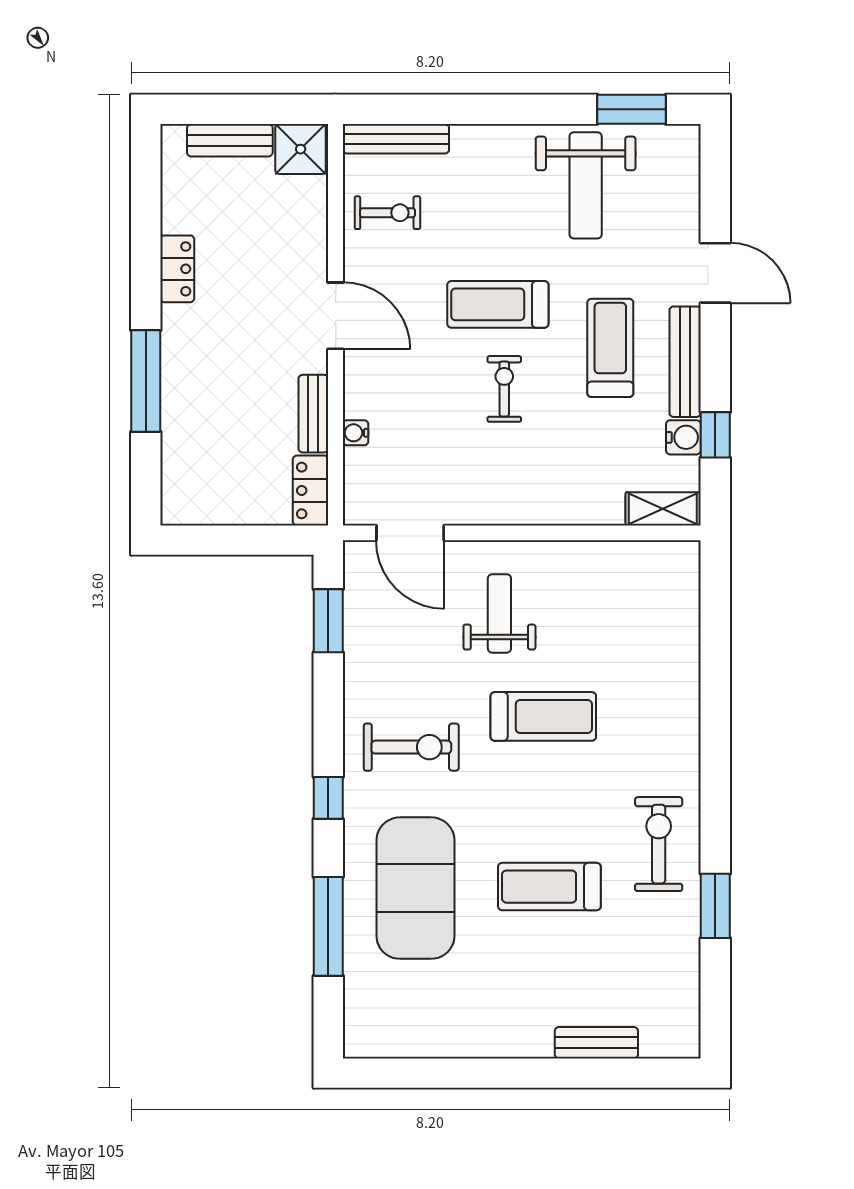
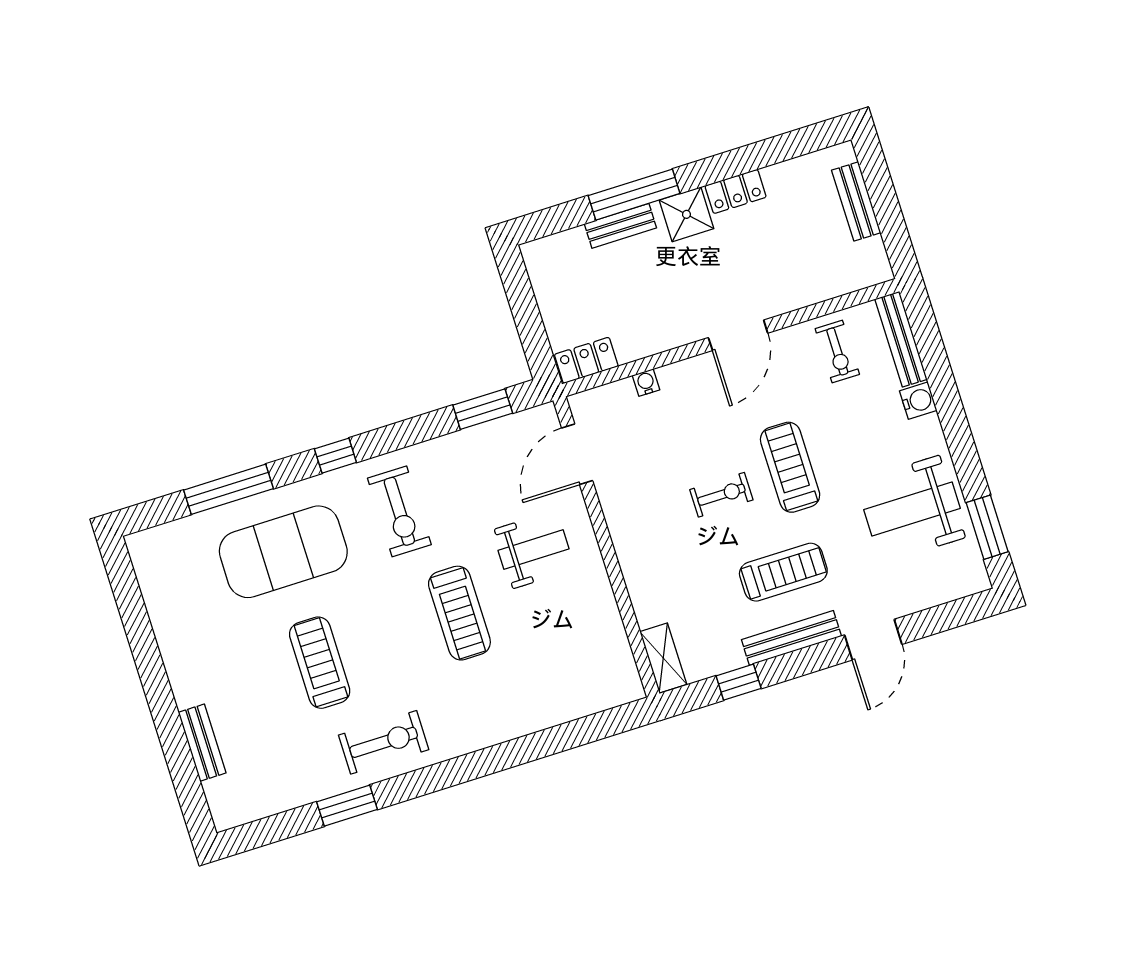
shower: (301, 149) -> (686, 214), moved
bench: (313, 414) -> (620, 226), moved
water cooler: (683, 437) -> (918, 401), moved, turned -90

